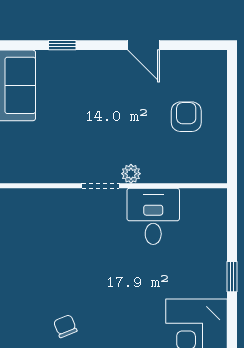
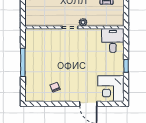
desk: (153, 216) -> (113, 40), moved

